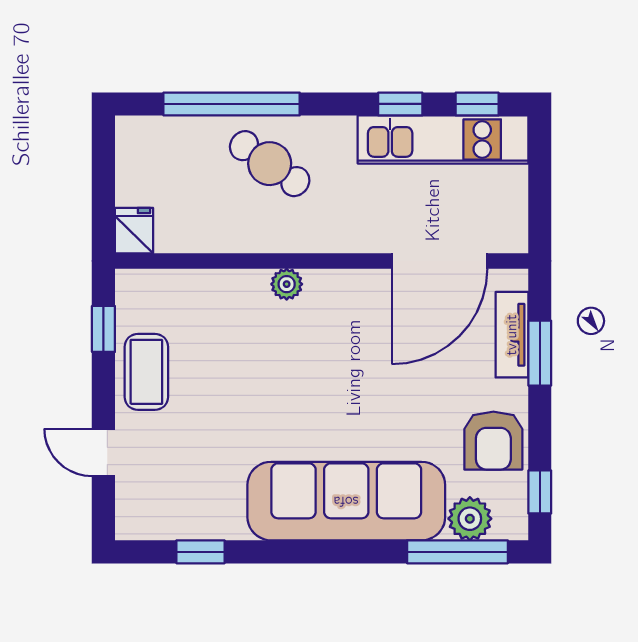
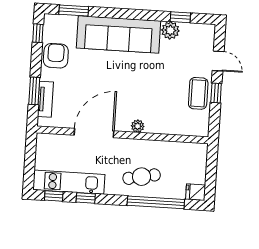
cafe table: (270, 164) -> (142, 177), turned -46
fridge: (134, 231) -> (196, 192), moved, turned 90
door: (439, 261) -> (94, 133), moved
window: (103, 329) -> (216, 93), moved
plant: (470, 519) -> (170, 30), moved
window: (457, 552) -> (74, 10), width x0.69

